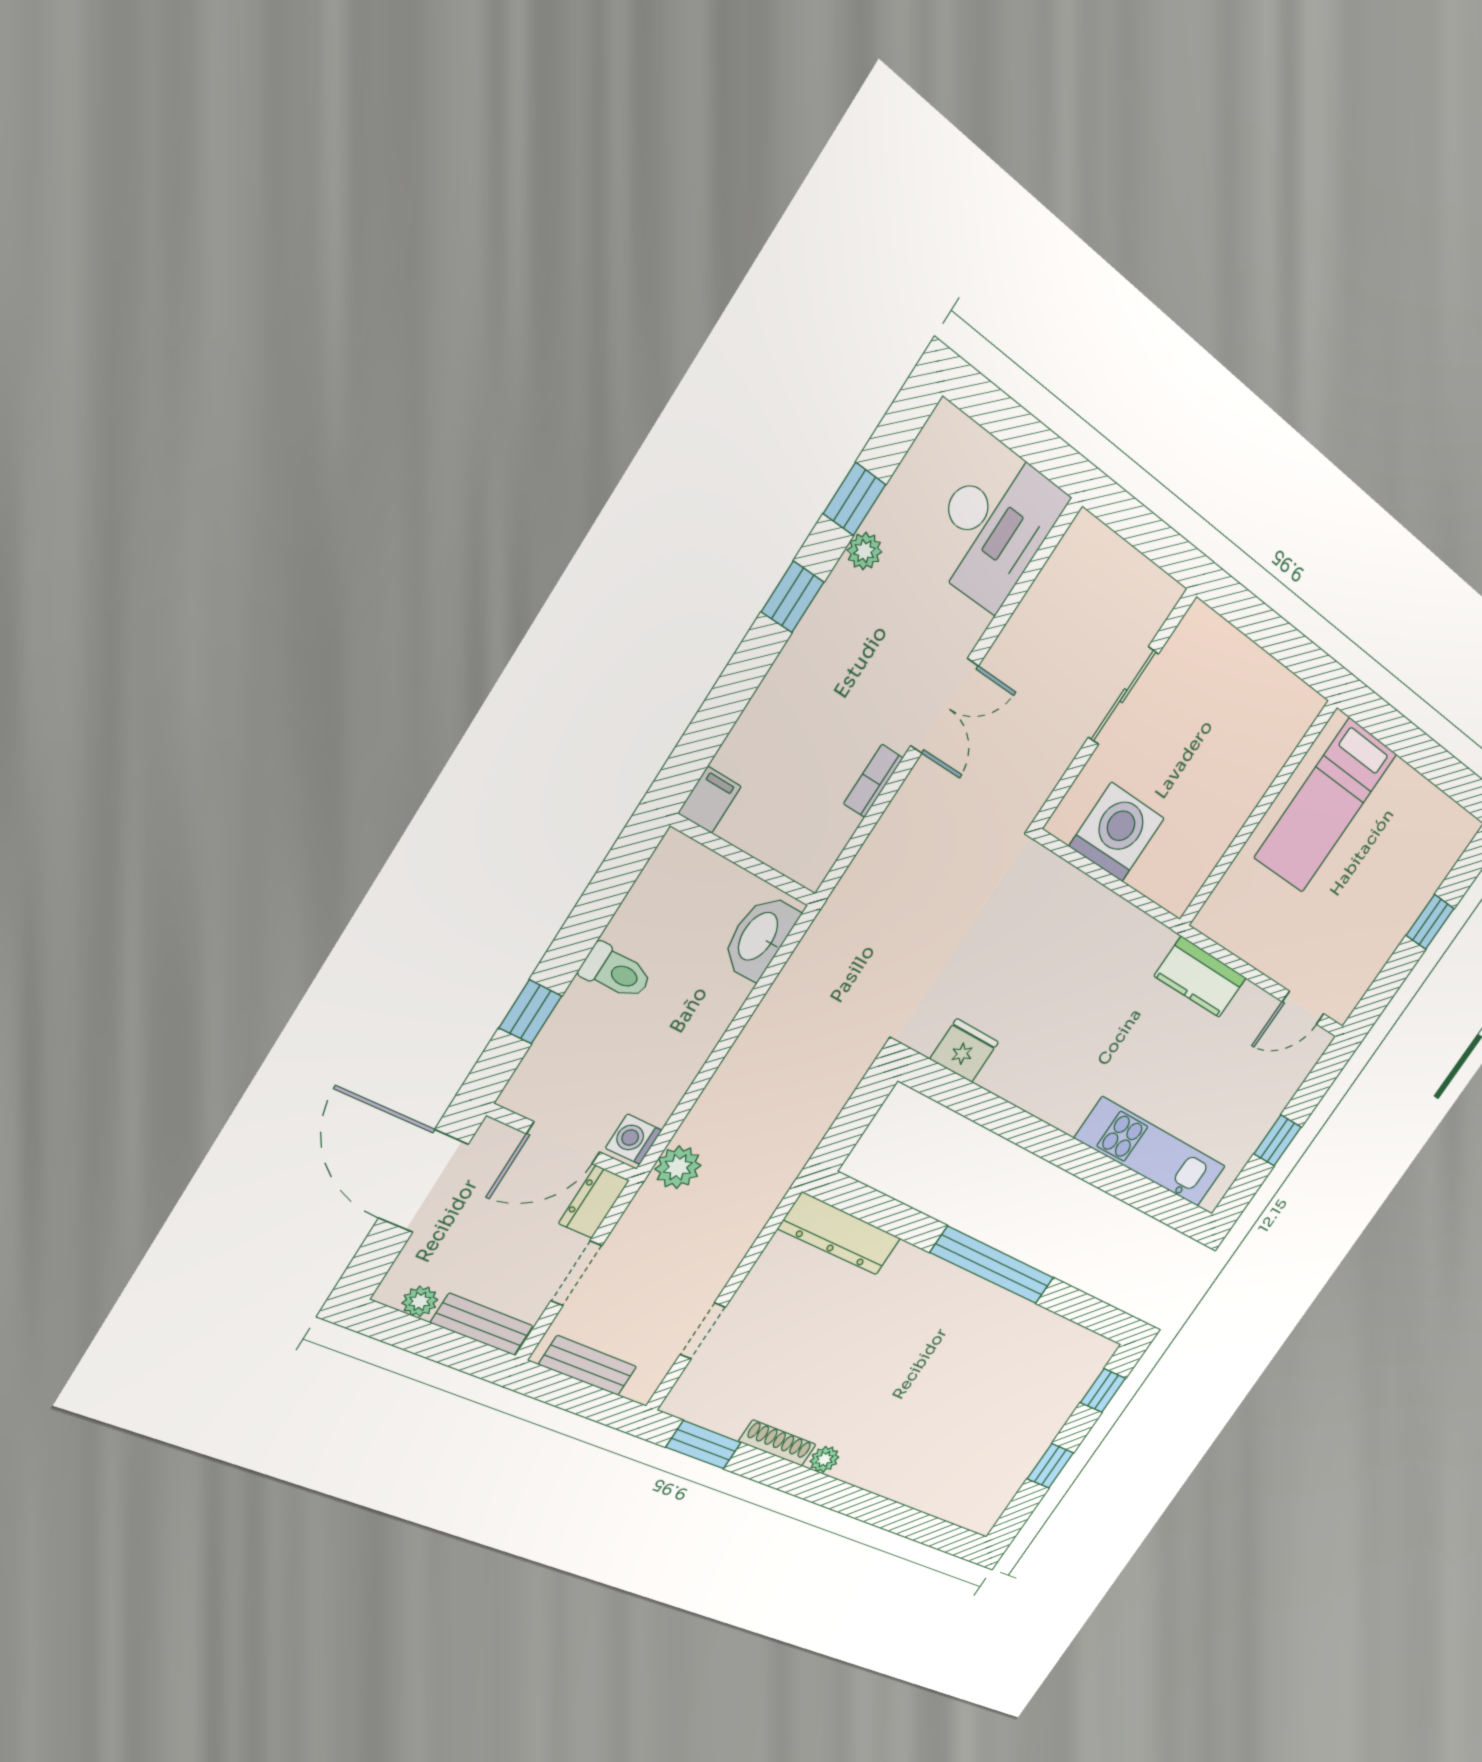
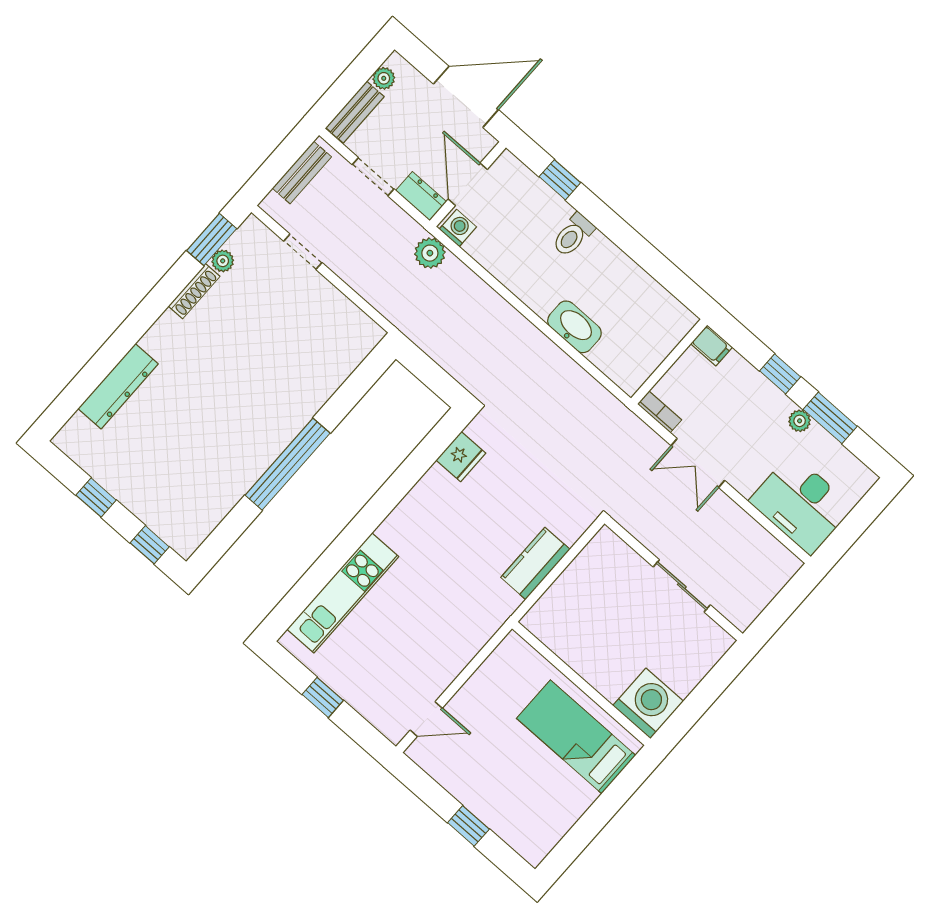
window: (854, 499) -> (830, 418), width x1.50
filing cabinet: (710, 800) -> (712, 345), moved
washing machine: (1117, 832) -> (648, 703), moved, turned -90
wall: (744, 860) -> (669, 362), moved
kitchen counter: (1200, 977) -> (535, 563), moved
door: (1303, 1008) -> (426, 719), swing flipped
dresser: (840, 1234) -> (118, 386), moved, turned 180
plant: (824, 1459) -> (223, 261), moved

